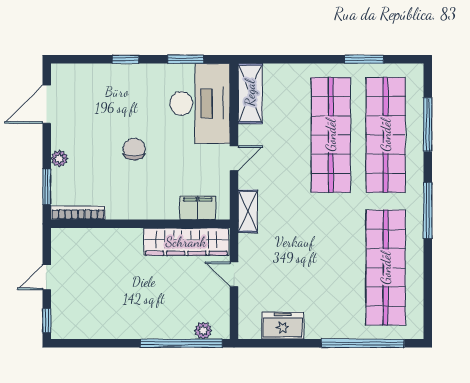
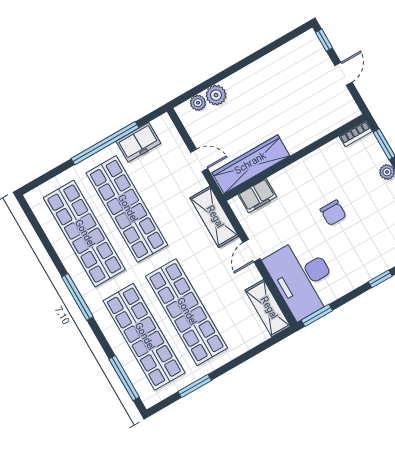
window: (186, 59) -> (317, 315), moved
window: (428, 125) -> (124, 378), moved
shelving: (248, 211) -> (214, 217), width x1.50, depth x1.33
bookcase: (78, 213) -> (356, 134), width x0.64
shop shelf: (331, 268) -> (127, 209), added
plant: (181, 328) -> (216, 95), added
window: (181, 343) -> (209, 83), removed
window: (363, 343) -> (105, 143), moved

